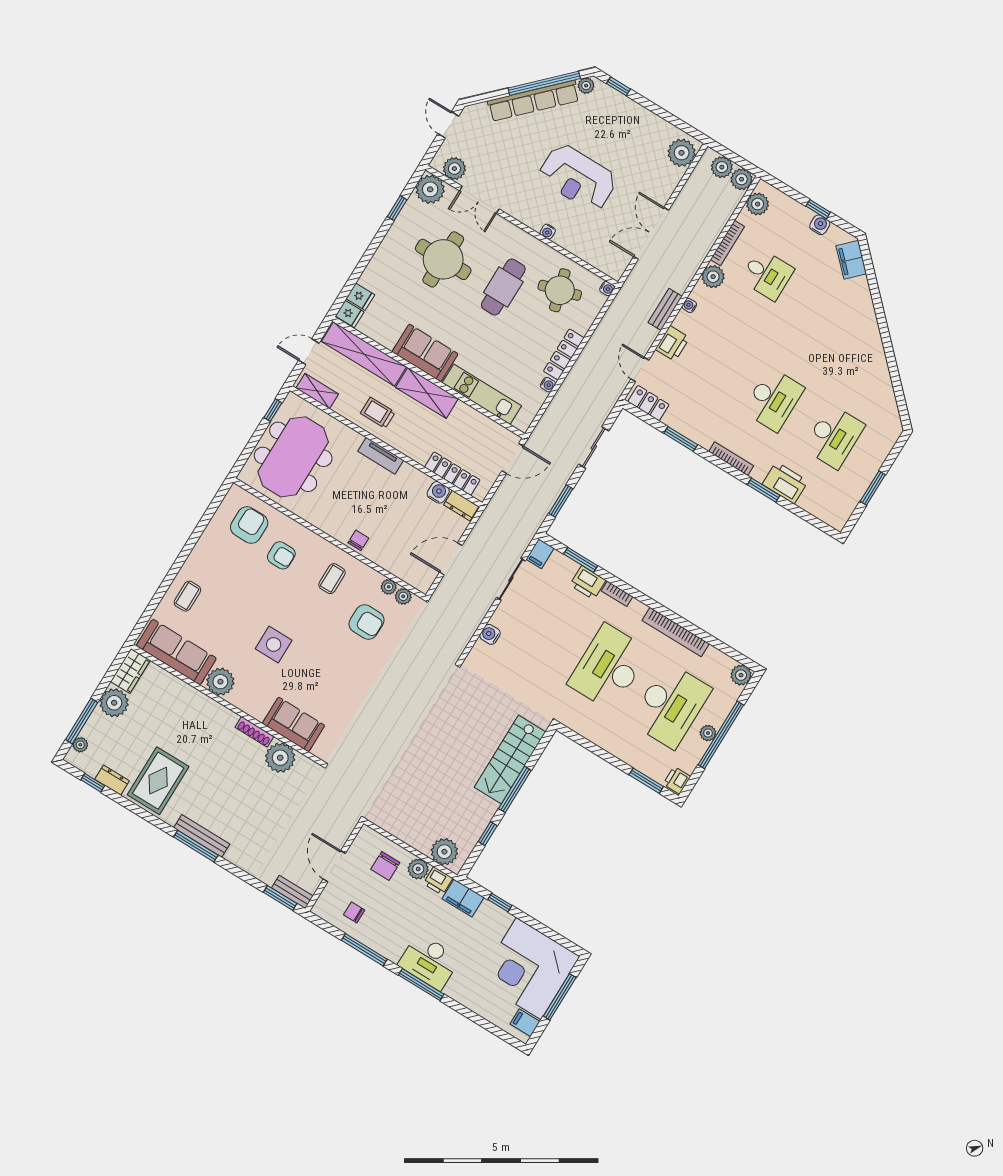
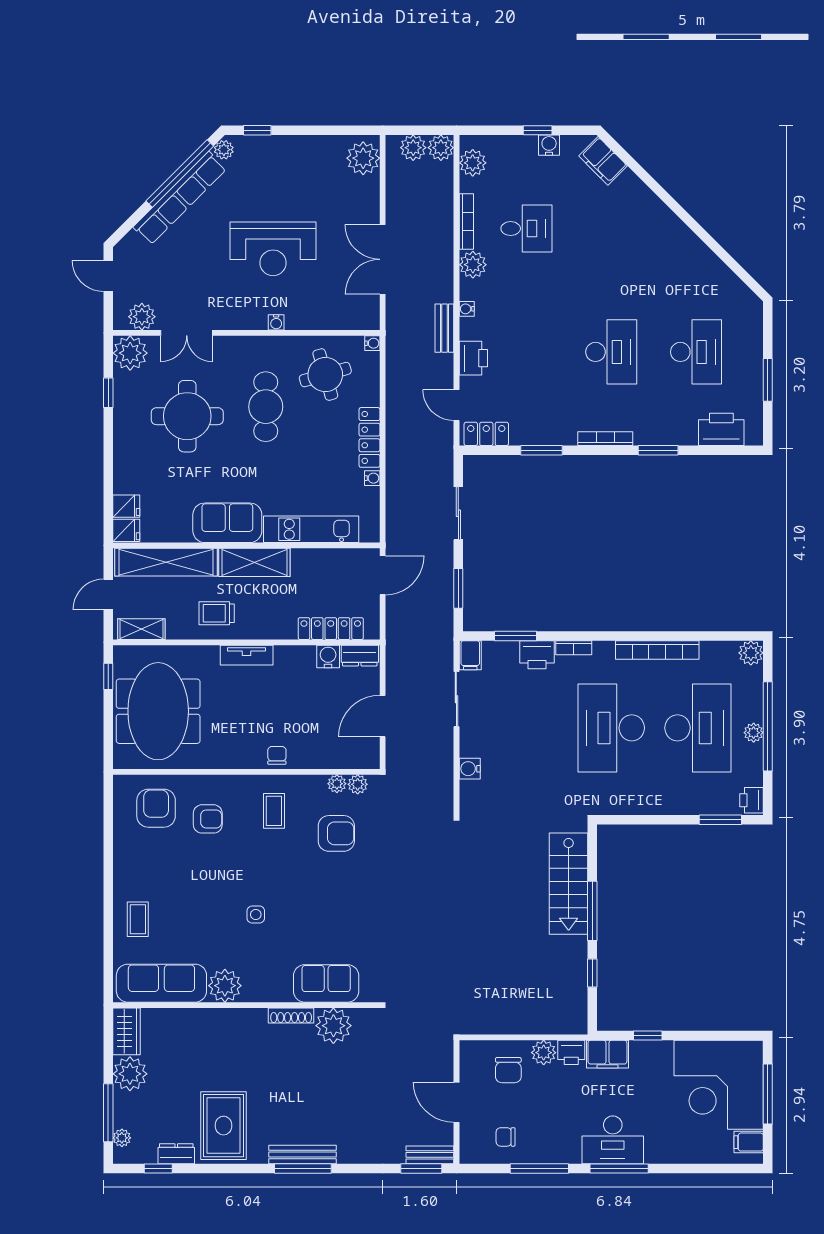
printer: (785, 483) -> (721, 429), moved
side table: (274, 644) -> (256, 915), width x0.54, depth x0.54
plant: (444, 852) -> (559, 1018), removed

